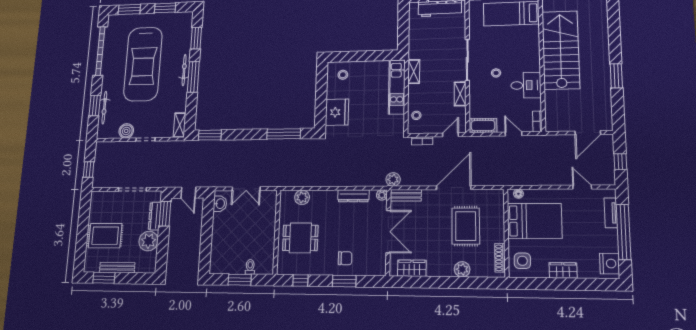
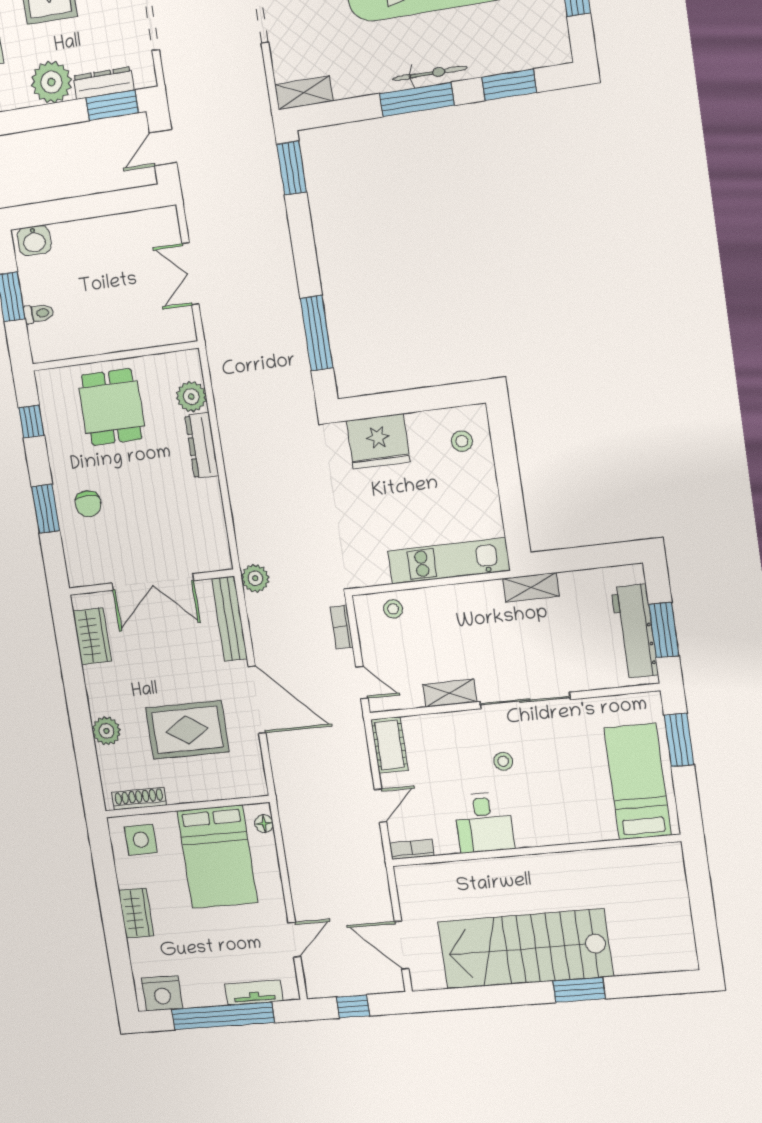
stairs: (561, 50) -> (525, 949), moved, turned 180
shelving: (414, 72) -> (531, 587), moved
window: (616, 76) -> (579, 990), moved
plant: (382, 195) -> (221, 560), removed
bench: (406, 195) -> (230, 619), width x1.36
dresser: (353, 196) -> (202, 445), moved
washbasin: (220, 204) -> (34, 241), moved

